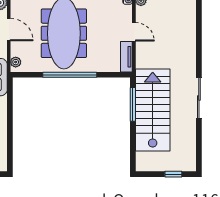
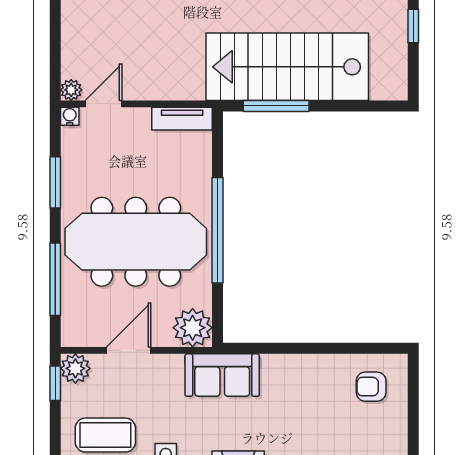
door: (134, 32) -> (103, 104), moved
plant: (16, 62) -> (193, 328), width x1.88, depth x1.88

